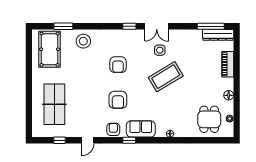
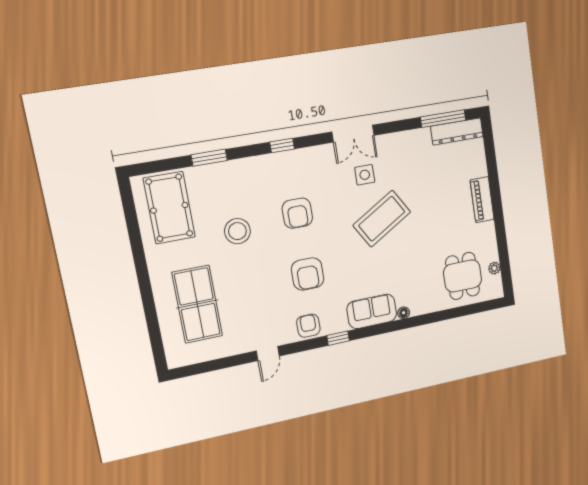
window: (63, 26) -> (209, 158), moved
window: (129, 26) -> (282, 145), moved
stool: (83, 41) -> (237, 231), moved
piano: (228, 64) -> (482, 200), moved
floor lamp: (229, 95) -> (488, 230), removed
sofa: (141, 129) -> (372, 311), moved
window: (59, 140) -> (218, 364), removed

